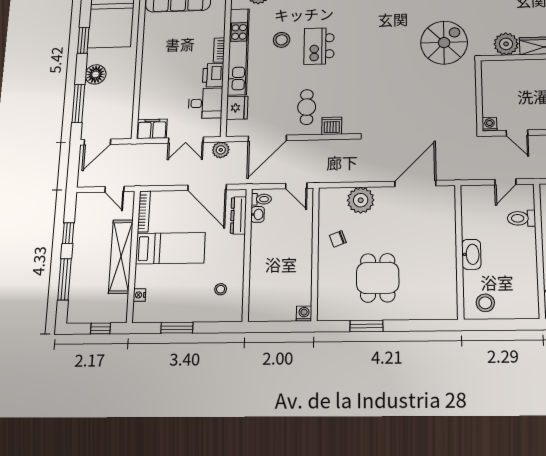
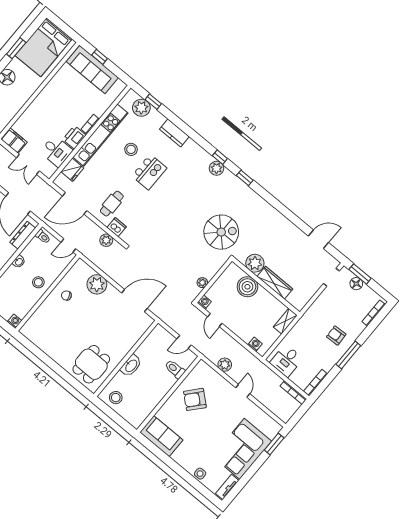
kitchen island: (319, 46) -> (149, 172), turned 180
boiler: (520, 73) -> (247, 287), added
plant: (470, 107) -> (202, 283), added
plant: (221, 150) -> (106, 240), moved
door: (296, 186) -> (68, 245), hinge flipped
washbasin: (258, 214) -> (19, 262), moved
stool: (296, 250) -> (38, 282), added
dining table: (378, 278) -> (91, 364), moved
window: (366, 326) -> (43, 356), removed

